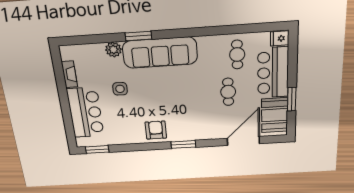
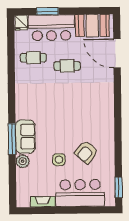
window: (138, 36) -> (12, 139), width x1.44
sofa: (160, 53) -> (25, 137), width x0.54, depth x0.79
window: (292, 99) -> (47, 11), moved
armchair: (156, 130) -> (86, 152), moved, turned -49
window: (183, 144) -> (118, 108), removed

